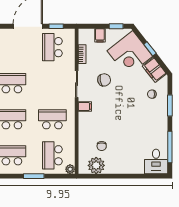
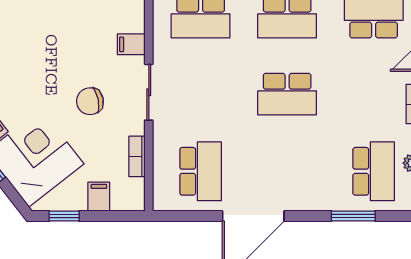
window: (56, 26) -> (193, 216), removed

